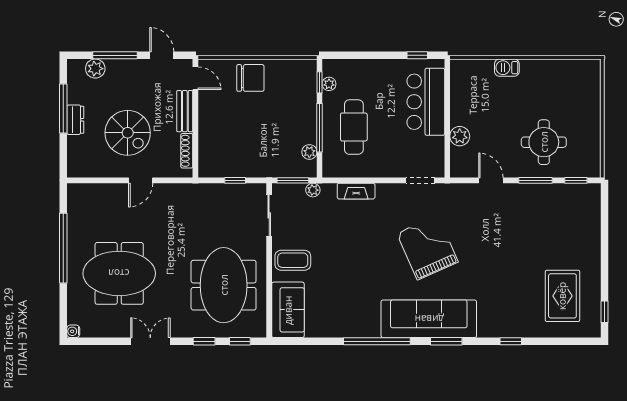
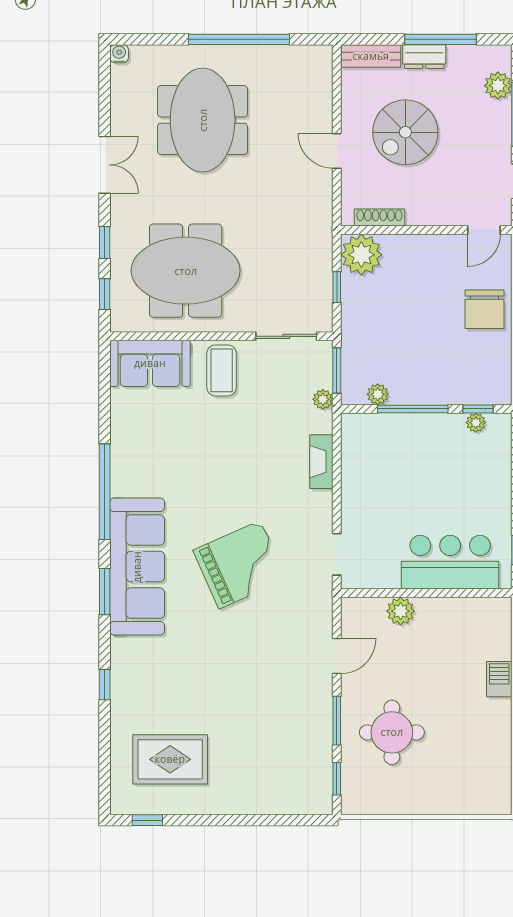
bench: (185, 111) -> (371, 56), moved
cafe table: (354, 127) -> (414, 458), removed
plant: (212, 163) -> (361, 255), added

